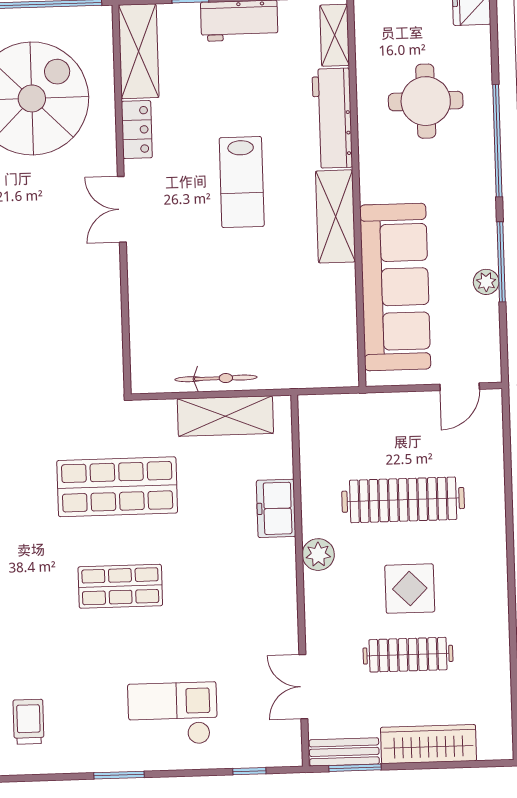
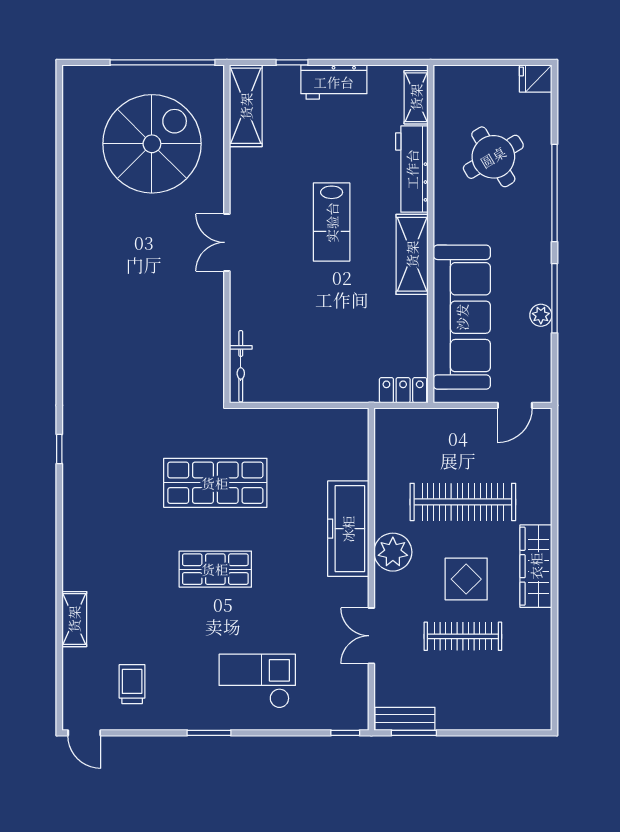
round table: (426, 101) -> (493, 157), turned -31
locker: (137, 130) -> (403, 390), moved, turned -90
bicycle: (216, 378) -> (241, 366), moved, turned 90
shelving: (225, 416) -> (311, 424), removed
freezer: (276, 508) -> (348, 529), width x1.91, depth x1.26
plant: (318, 555) -> (393, 552), width x1.36, depth x1.36
double door: (303, 687) -> (371, 636), moved
wardrobe: (429, 744) -> (536, 566), moved, turned -90
window: (249, 771) -> (345, 733), moved

